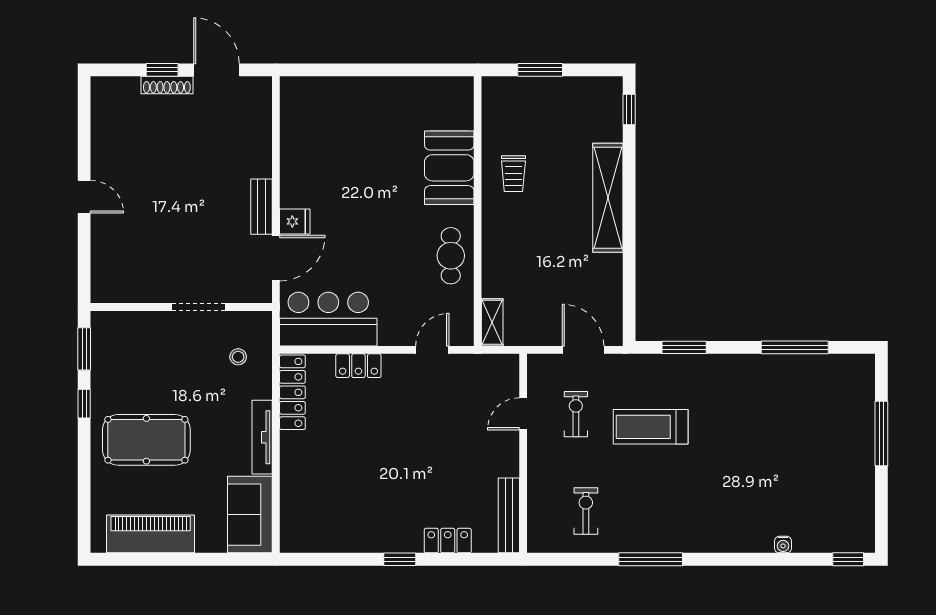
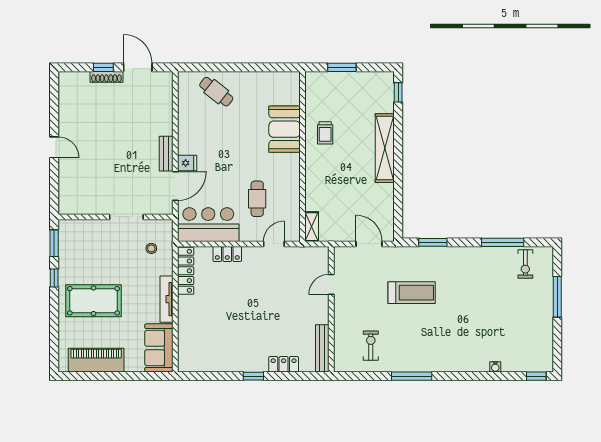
cafe table: (341, 108) -> (216, 92), added
cafe table: (451, 256) -> (257, 199), moved
exercise bike: (576, 414) -> (525, 264), moved, turned 180
treadmill: (651, 427) -> (412, 293), turned 180

